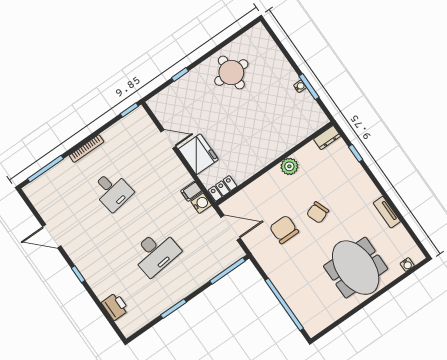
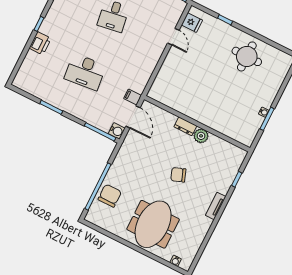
dresser: (327, 138) -> (185, 126), moved
fridge: (198, 154) -> (192, 23), moved, width x0.53, depth x0.75
locker: (223, 188) -> (159, 96), removed
filing cabinet: (191, 191) -> (133, 97), moved
water cooler: (201, 203) -> (117, 131), moved
tv unit: (387, 212) -> (216, 206), moved
chair: (284, 229) -> (110, 196), moved
printer: (115, 306) -> (40, 43), moved

